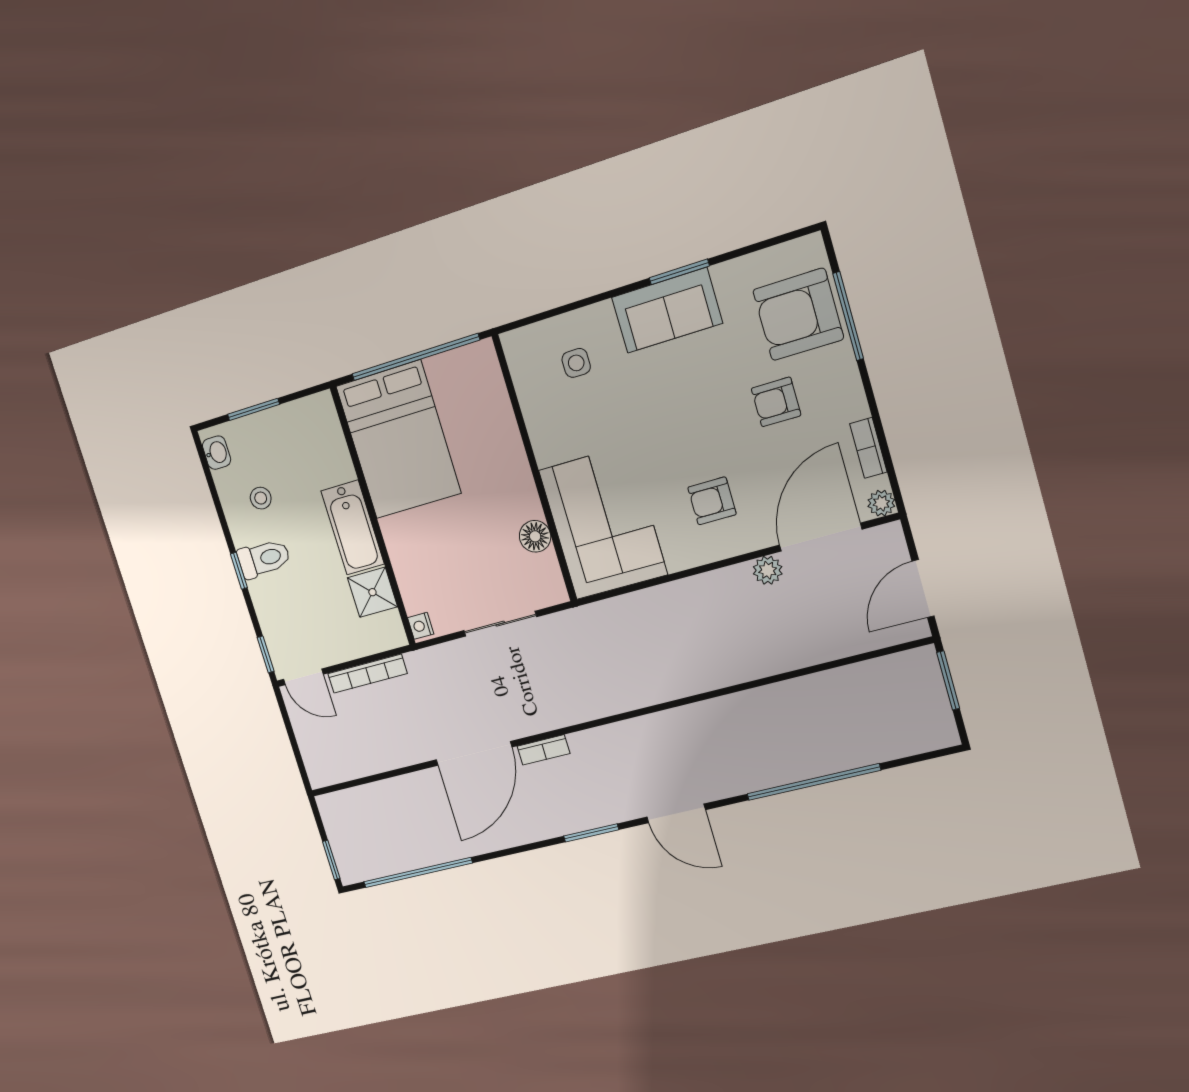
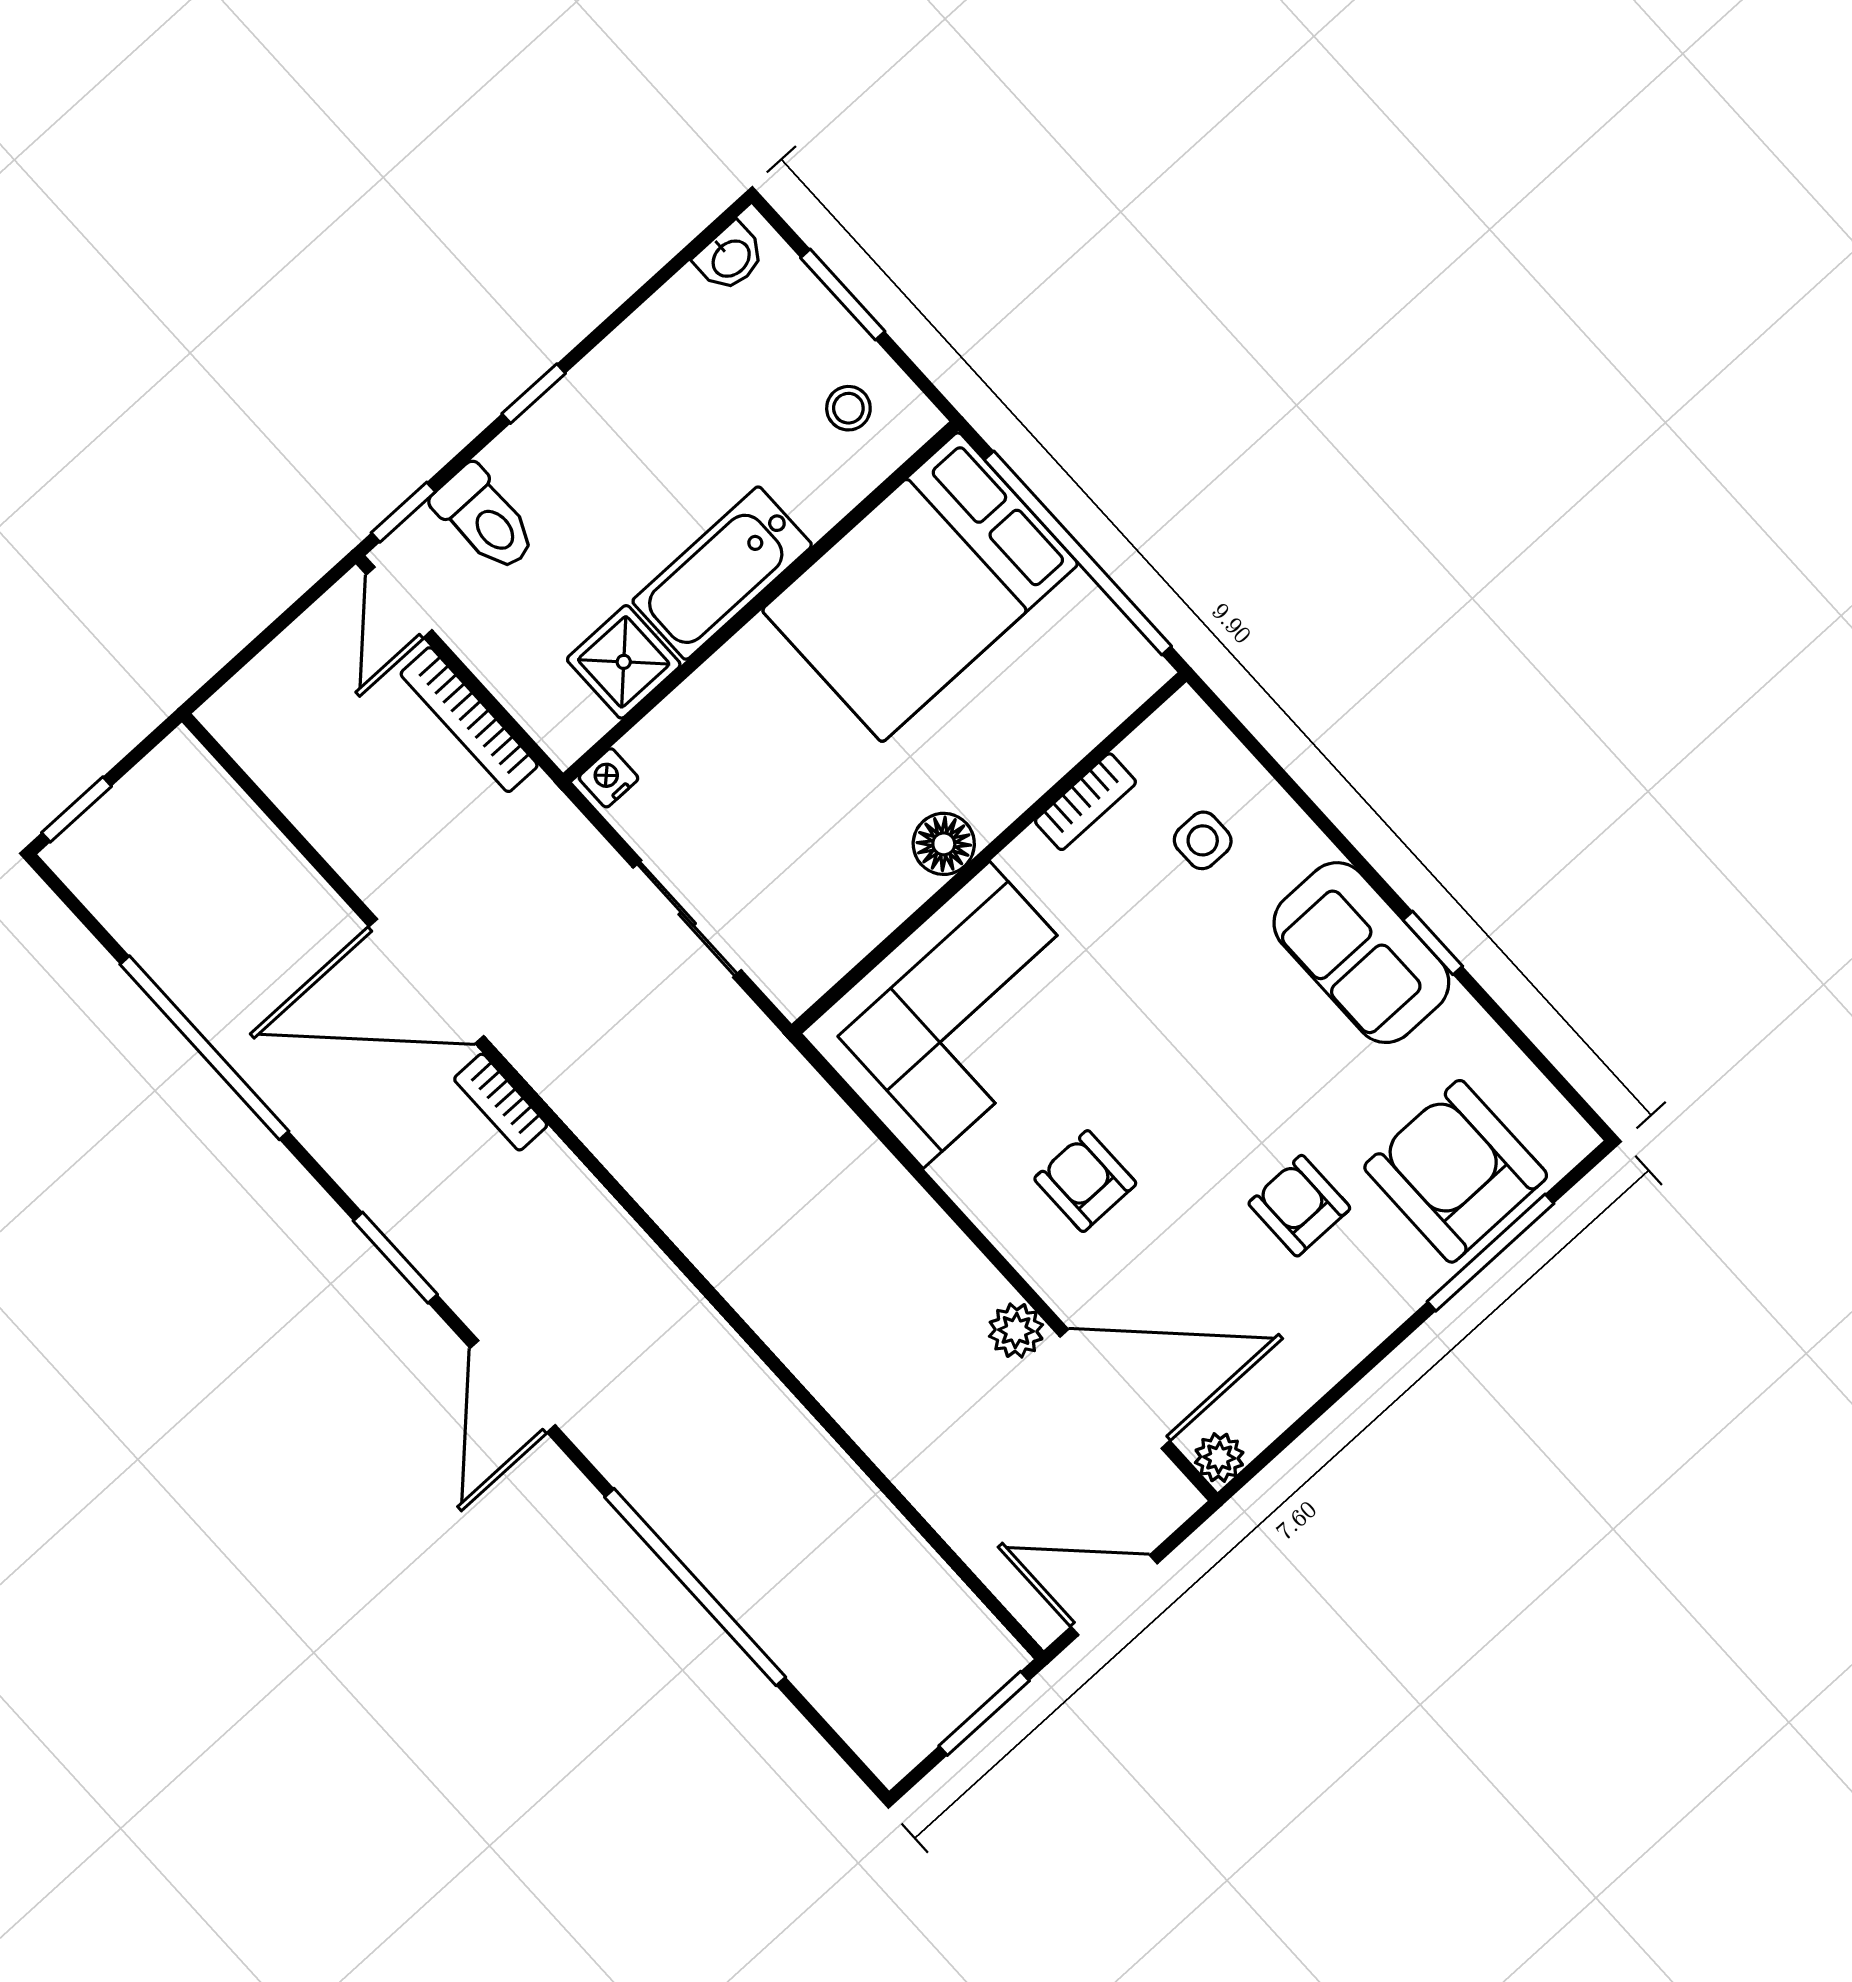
window: (679, 272) -> (1433, 943), width x0.67
bookcase: (868, 448) -> (1085, 802), moved, turned 180
stool: (261, 498) -> (848, 408), moved
floor lamp: (535, 536) -> (944, 844), moved
toilet: (264, 559) -> (485, 519), moved
window: (418, 872) -> (204, 1048), moved

